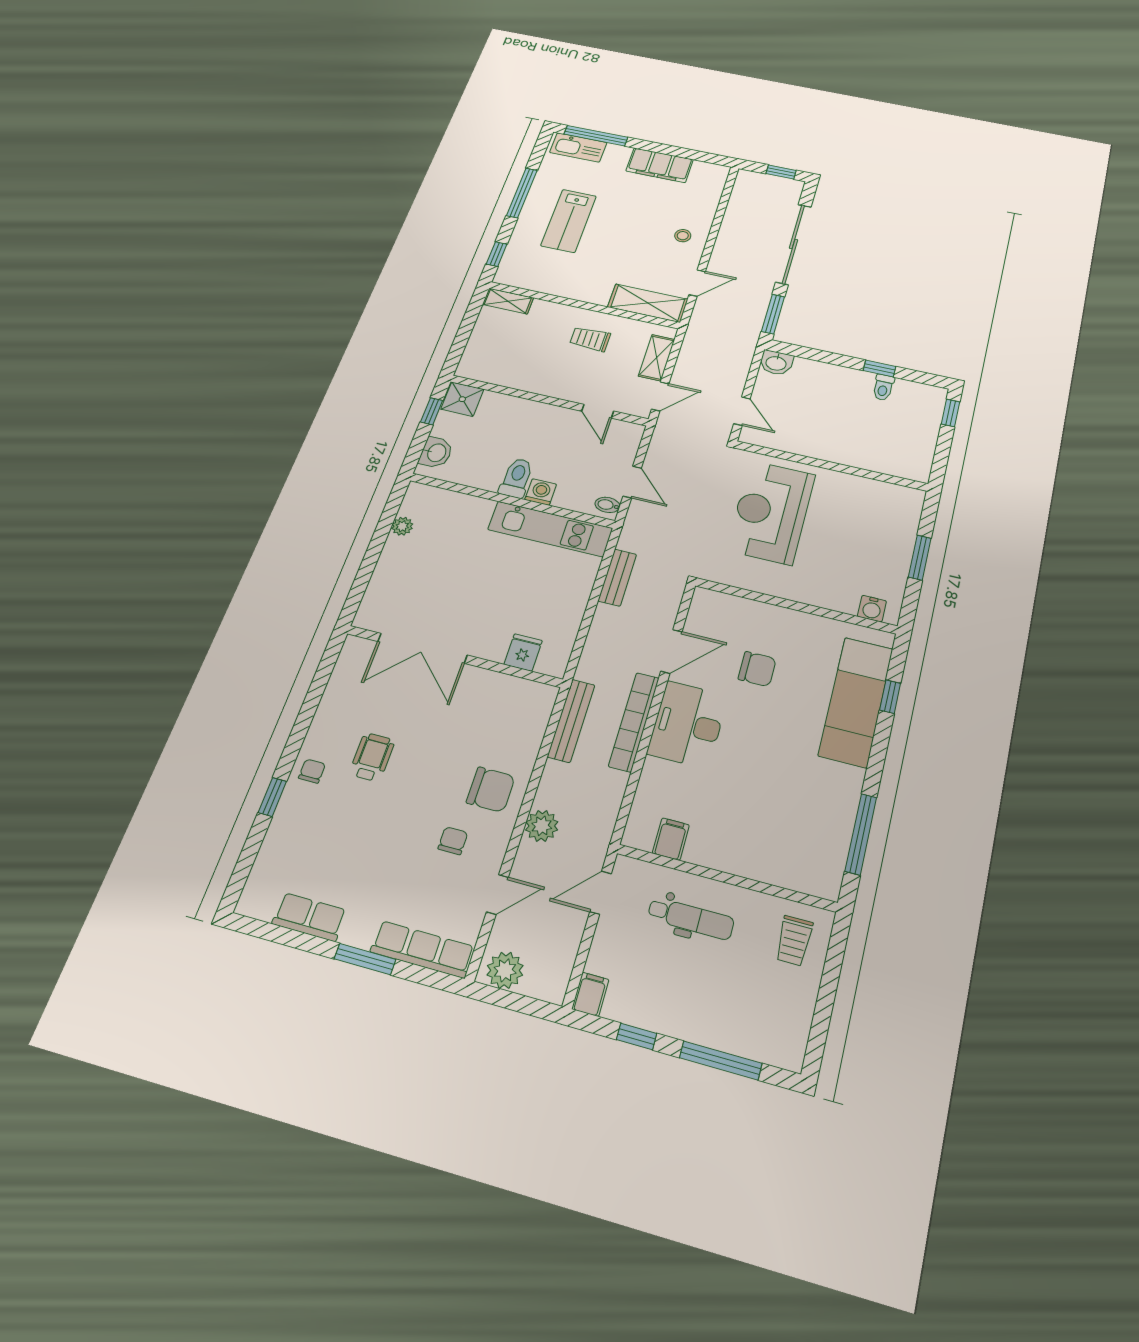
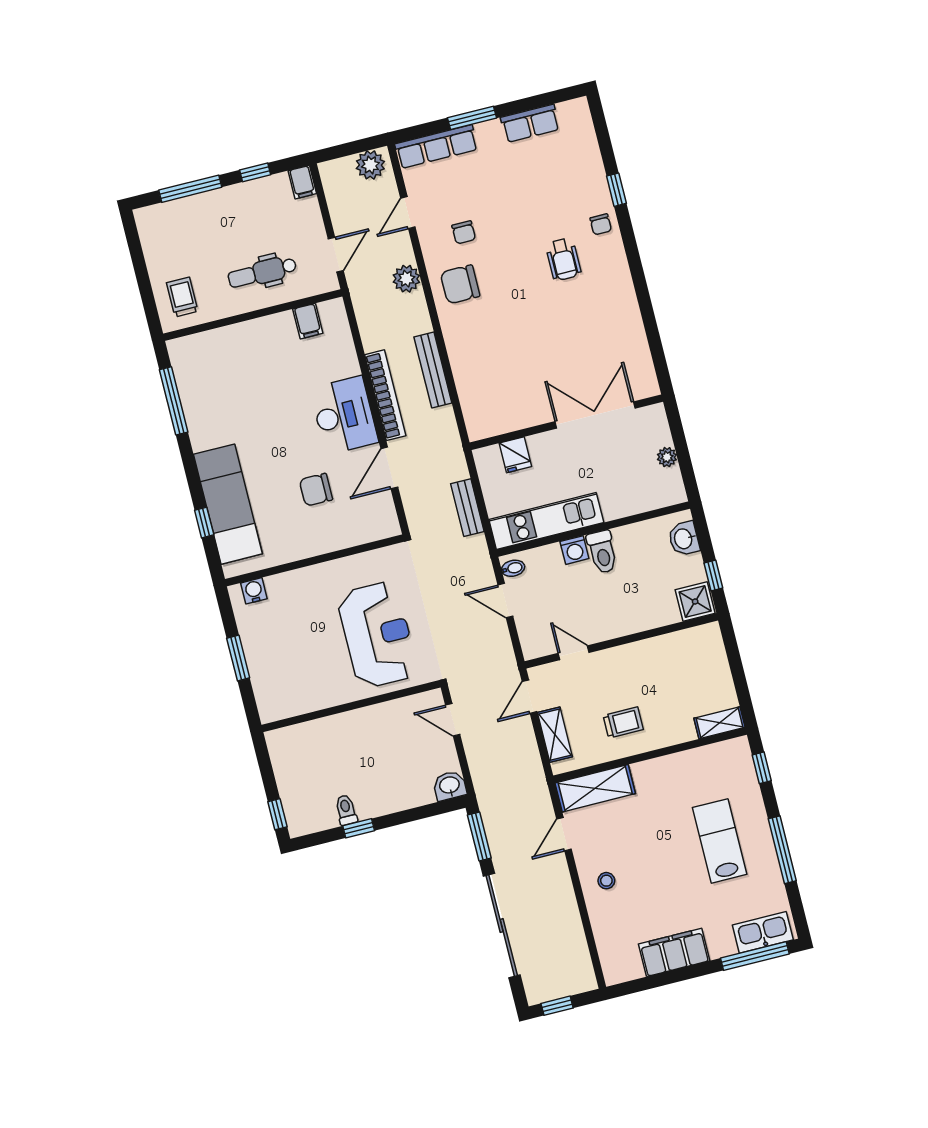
double door: (422, 648) -> (595, 415), moved
fridge: (523, 653) -> (515, 455), moved
wall: (454, 656) -> (566, 422), moved

